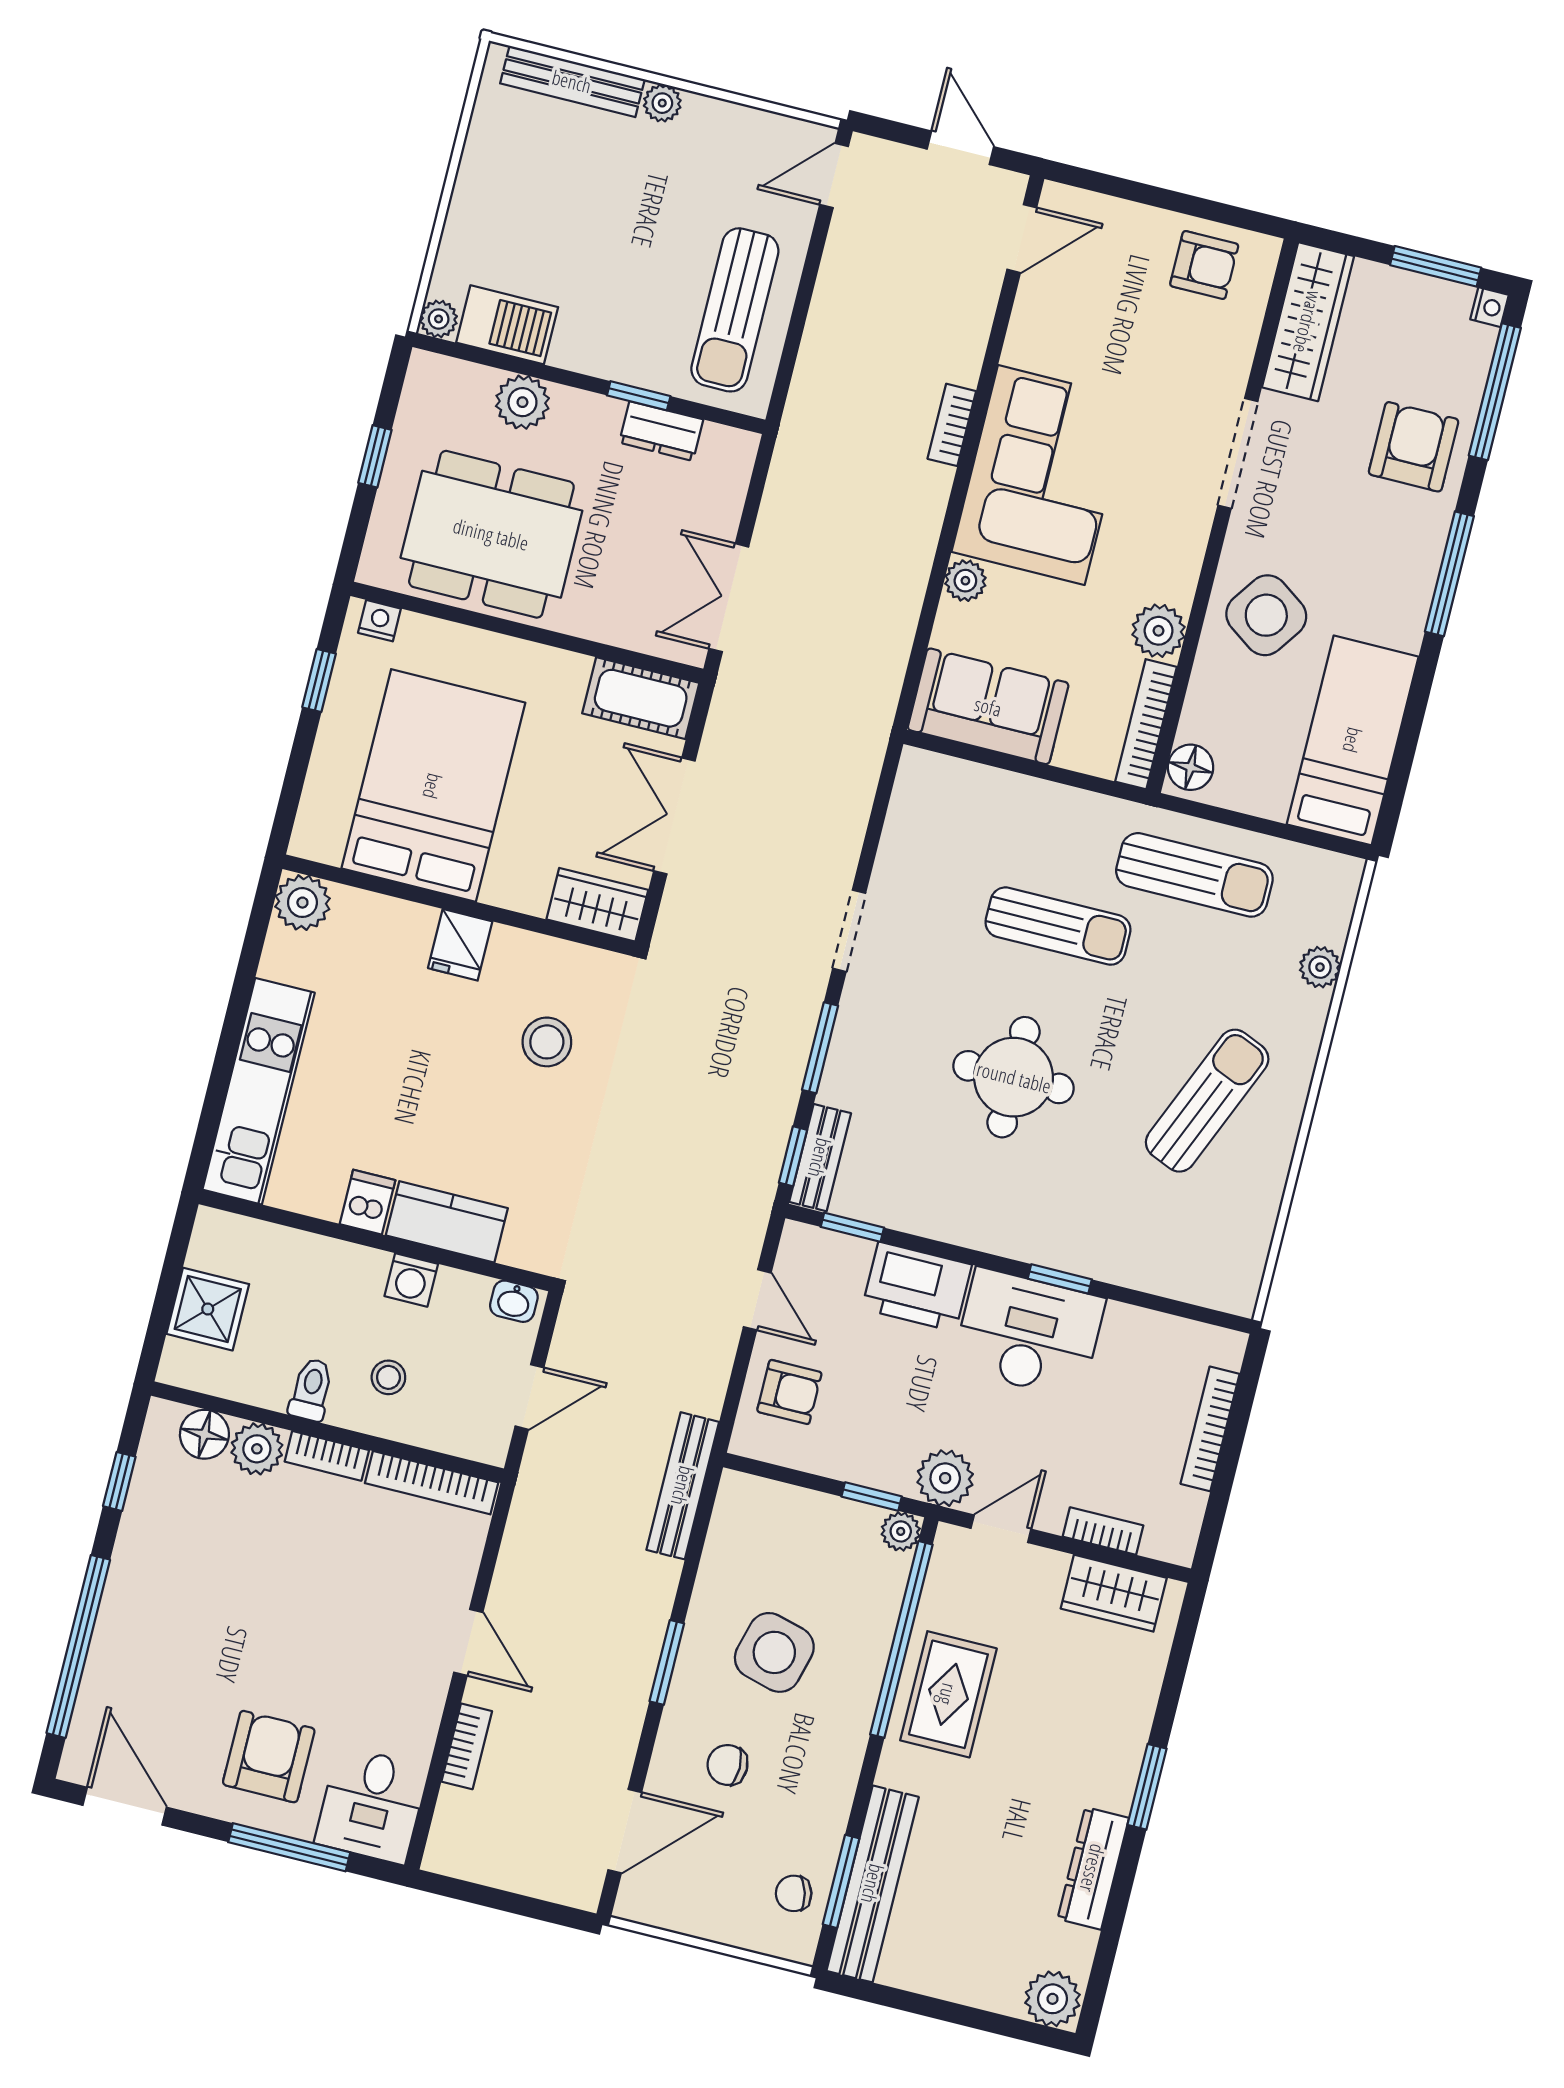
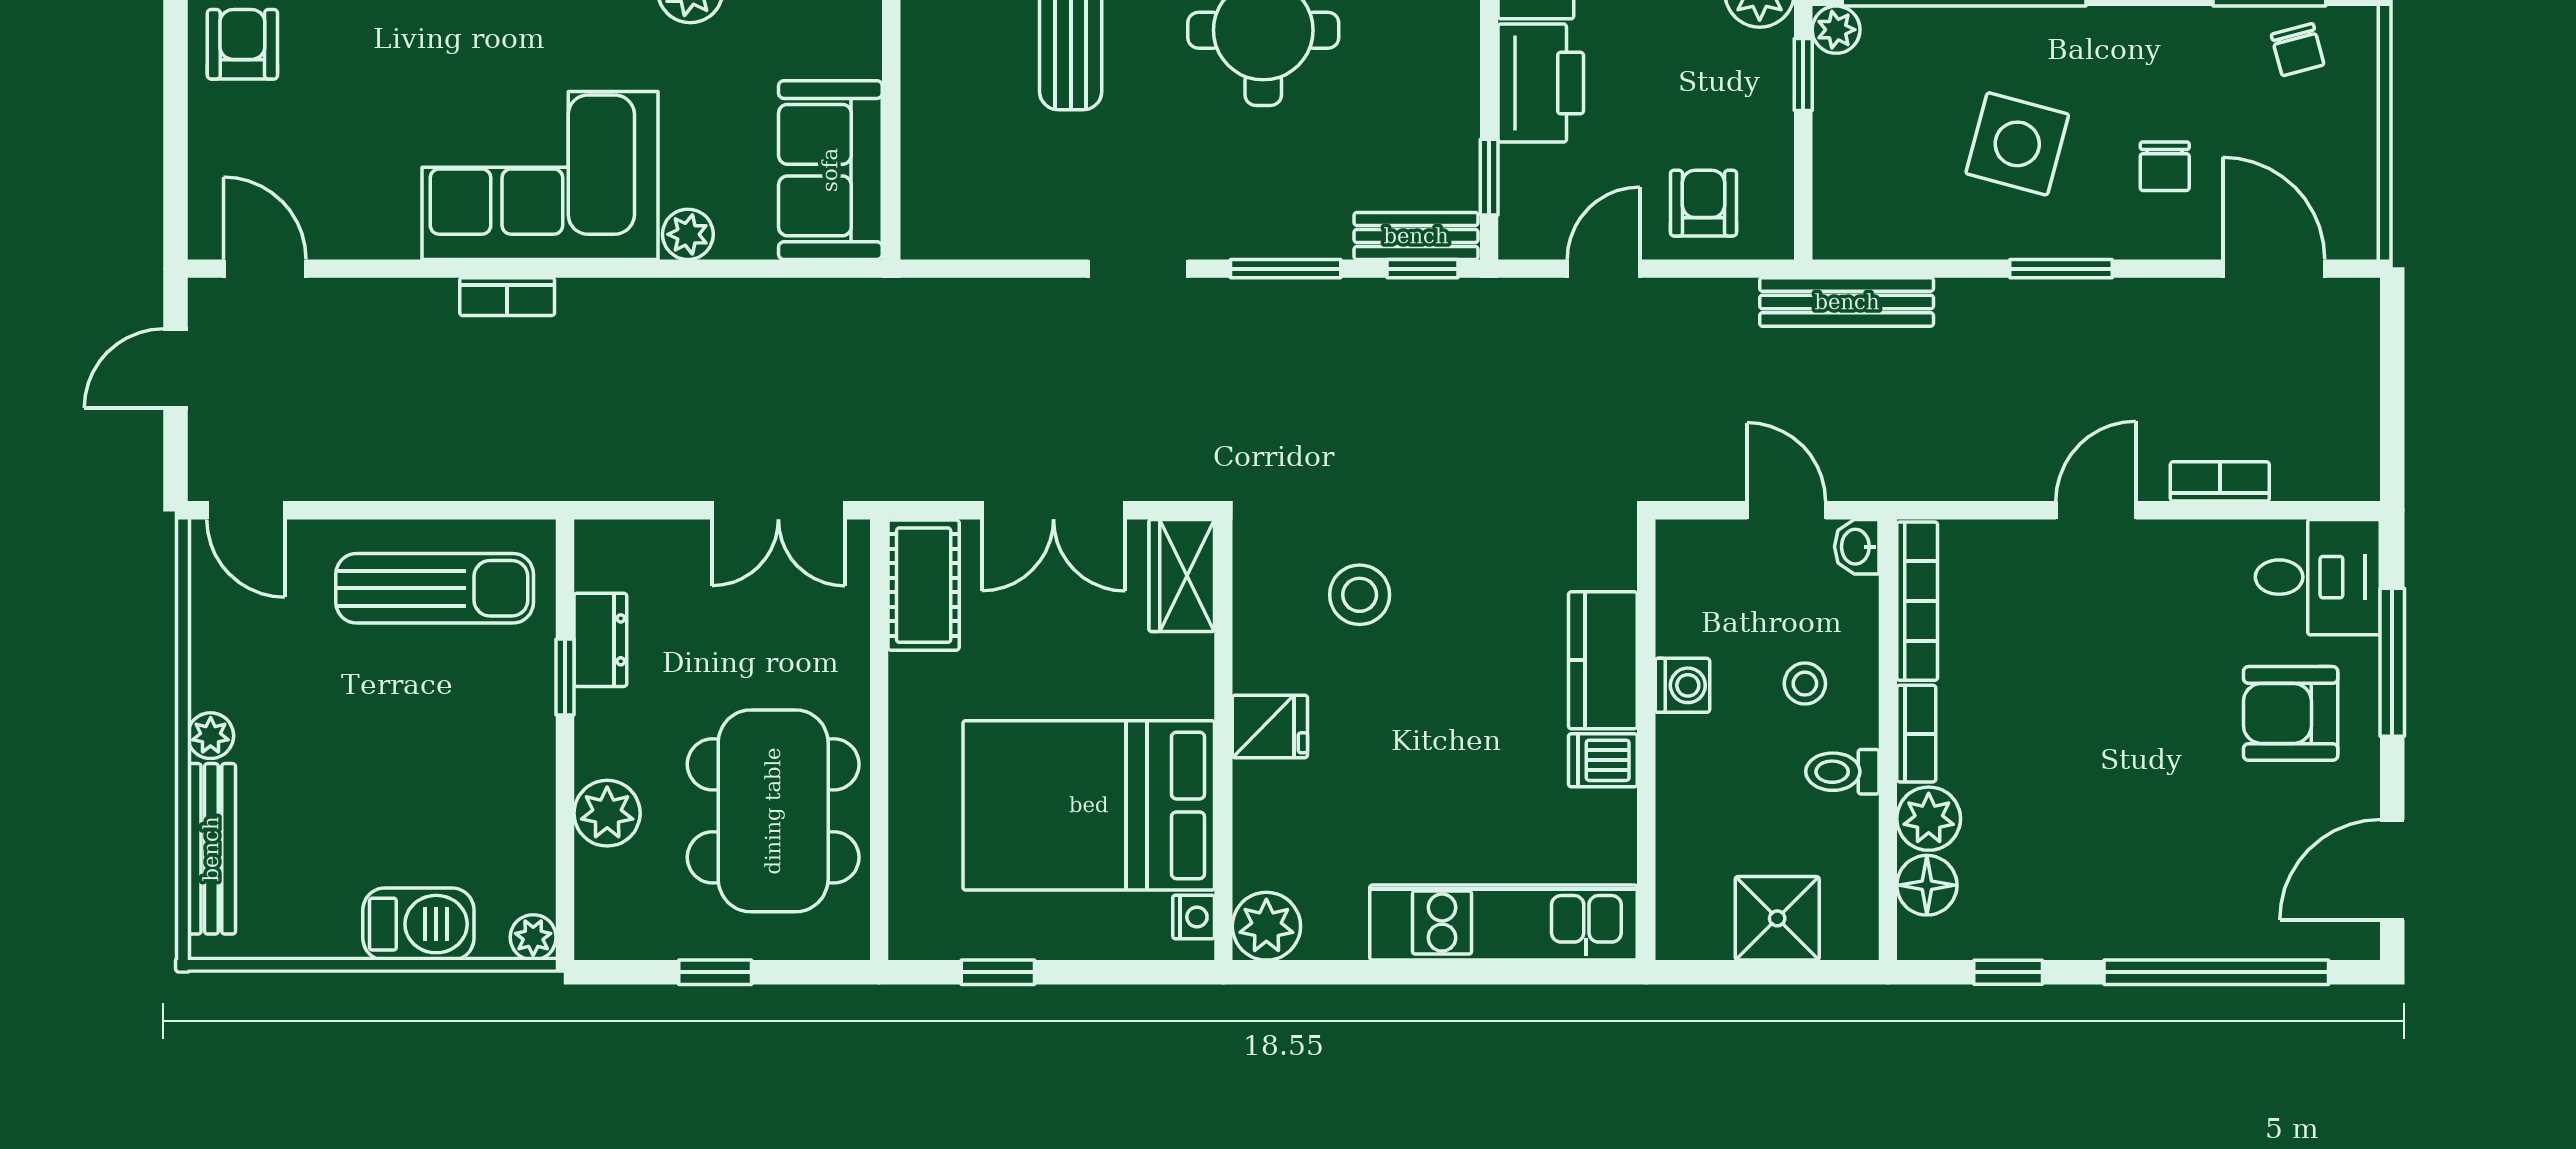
barbecue: (507, 325) -> (418, 924), moved, turned 90
nightstand: (379, 621) -> (1194, 917), moved, turned 180
washbasin: (514, 1301) -> (1857, 547), moved, turned 180

